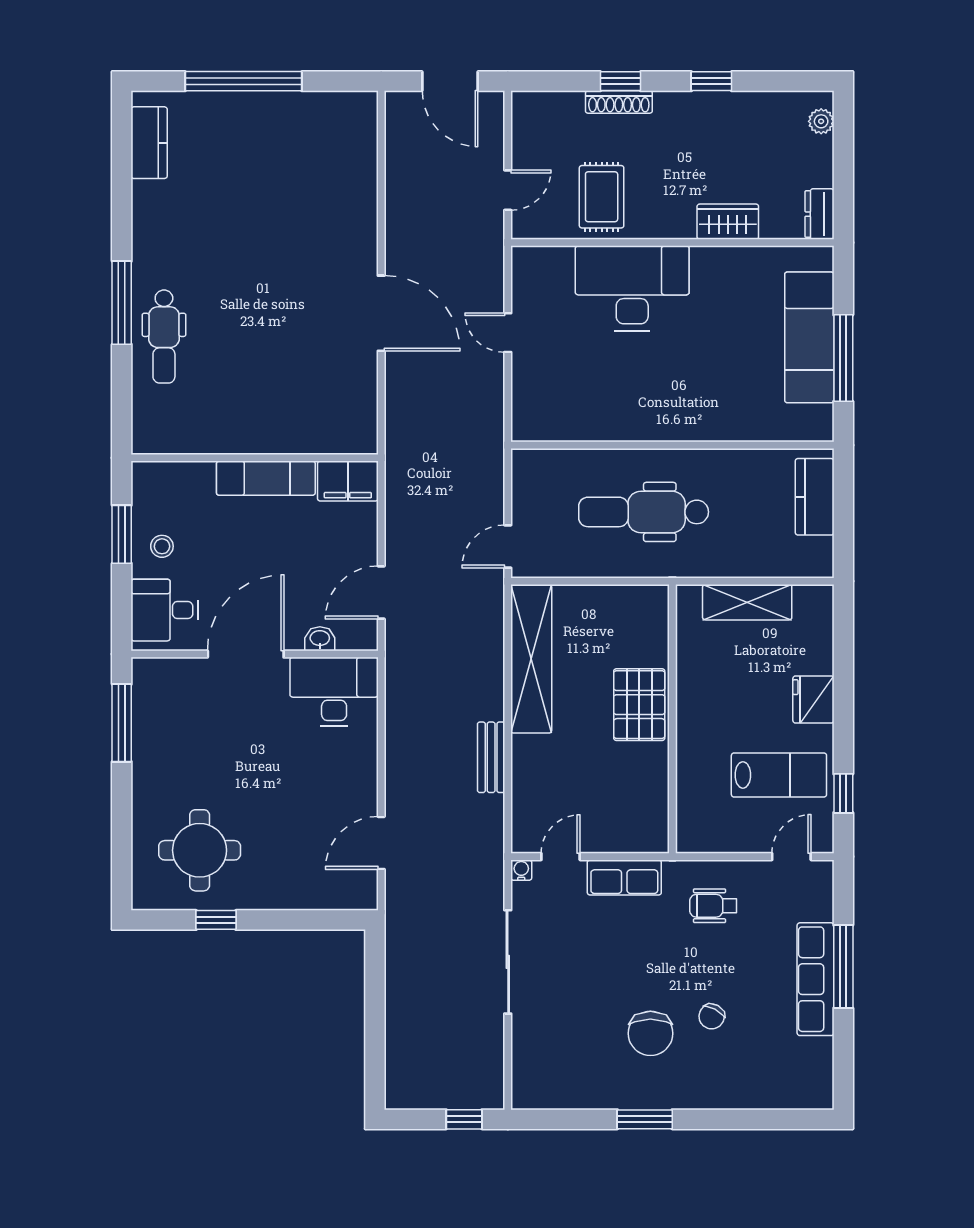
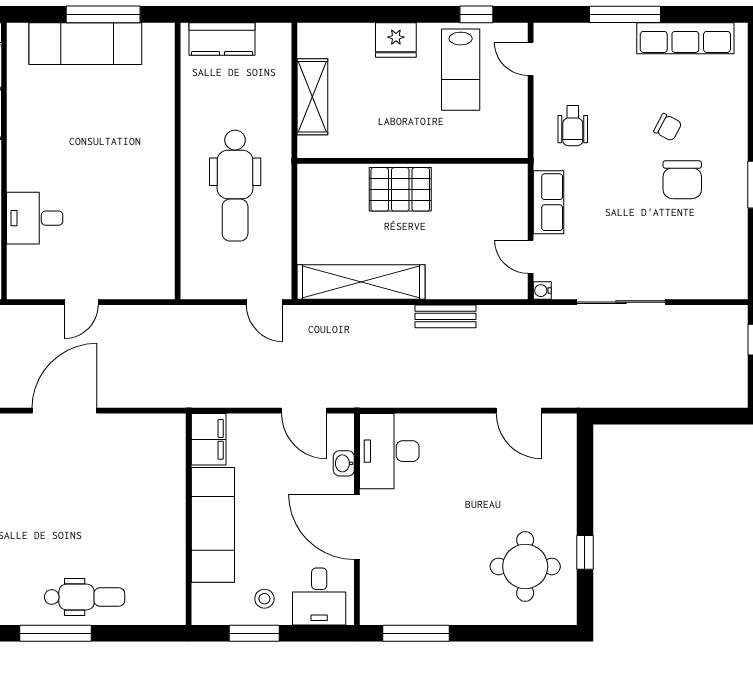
desk: (632, 288) -> (35, 218), width x0.53, depth x0.77
exam couch: (266, 478) -> (213, 525), width x1.36, depth x1.45
lab bench: (779, 775) -> (461, 70), turned 180
row of seats: (815, 979) -> (685, 38), moved
chair: (650, 1033) -> (682, 180), turned 90

